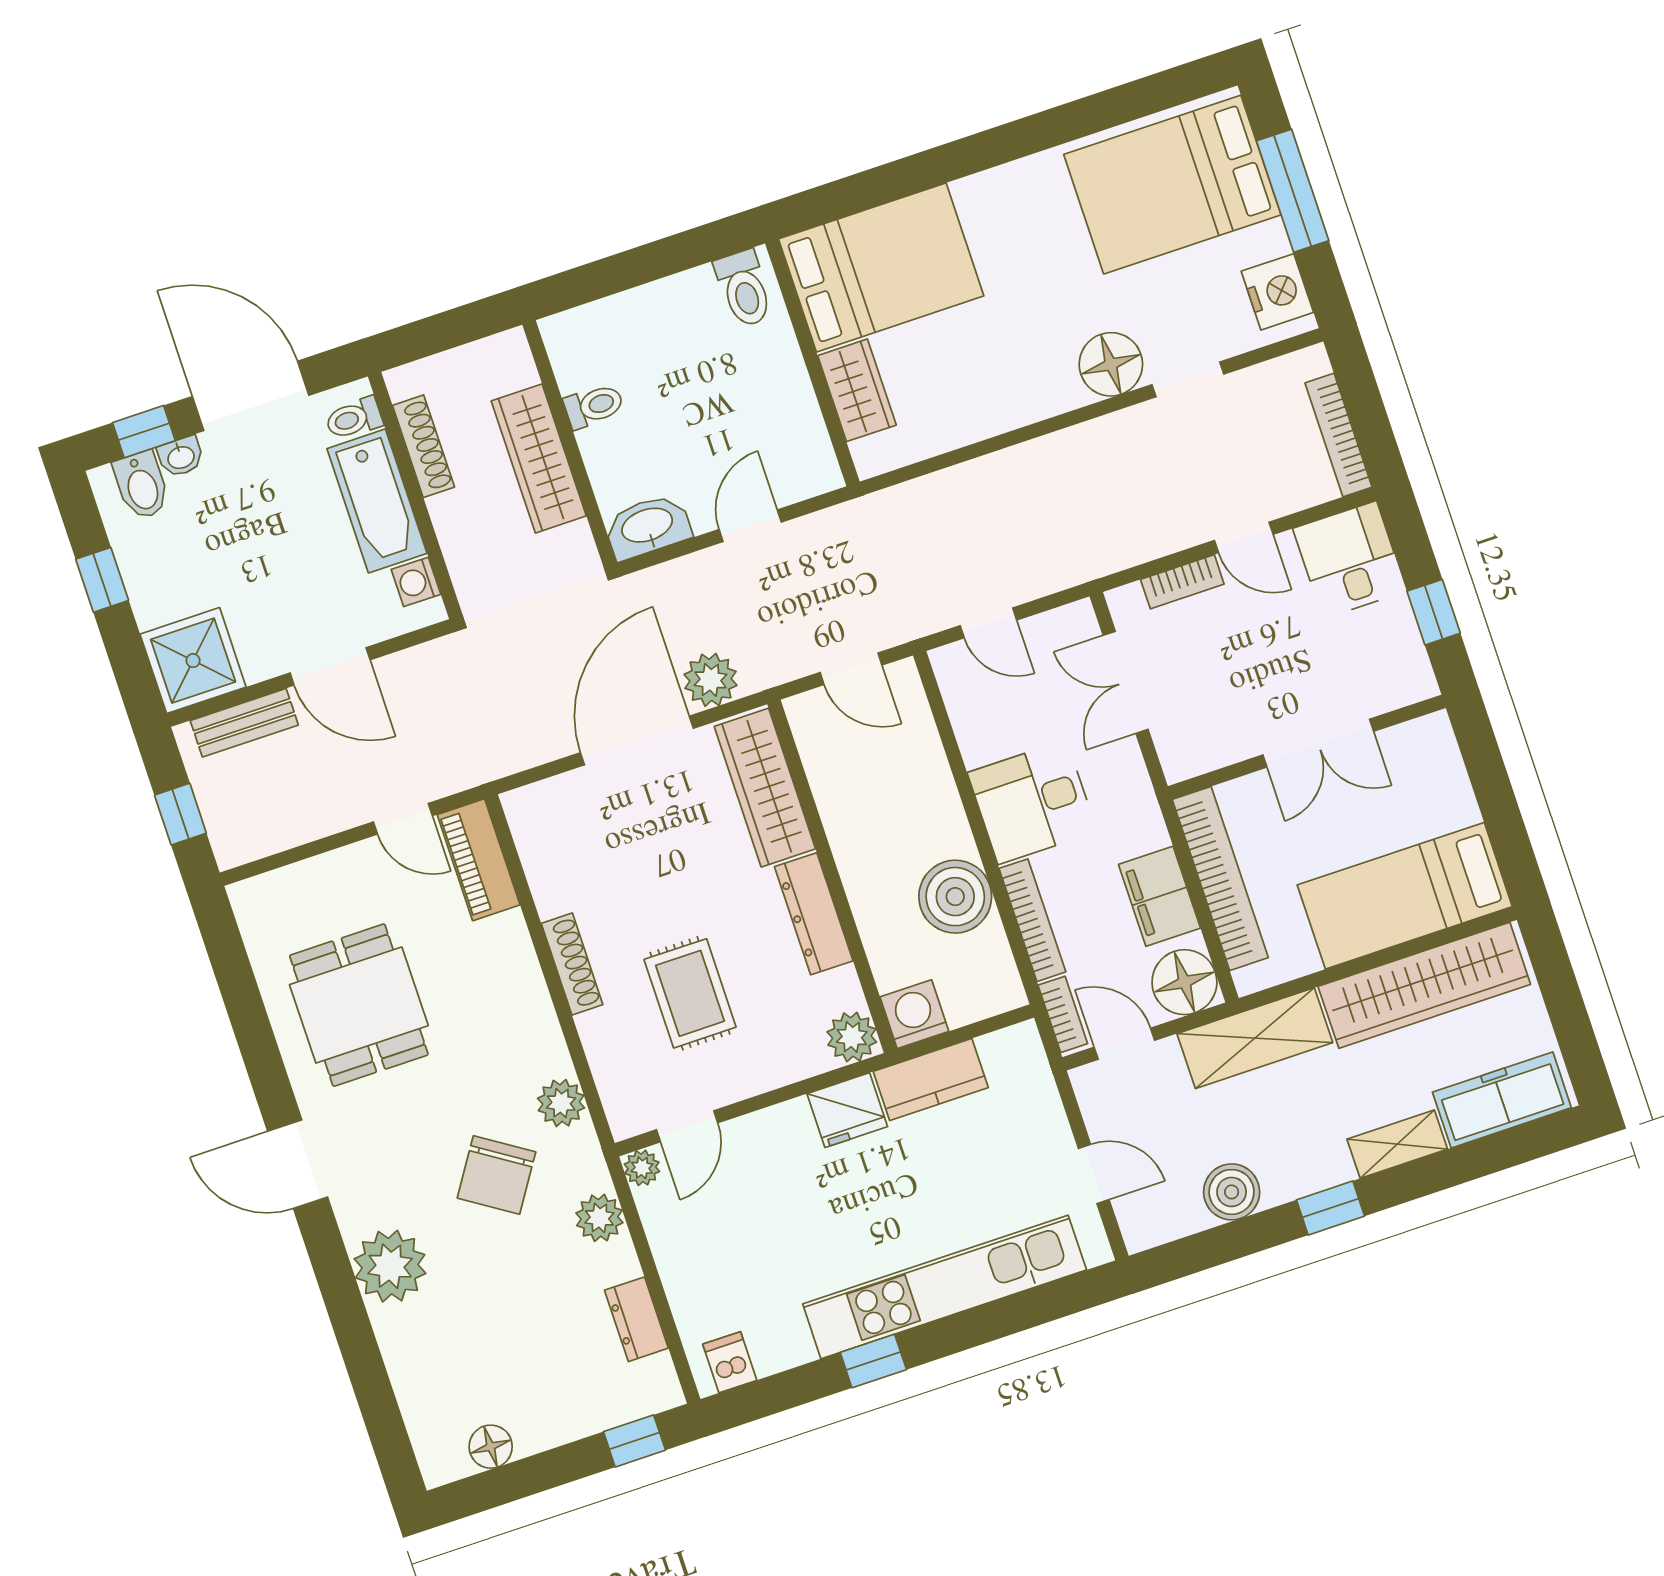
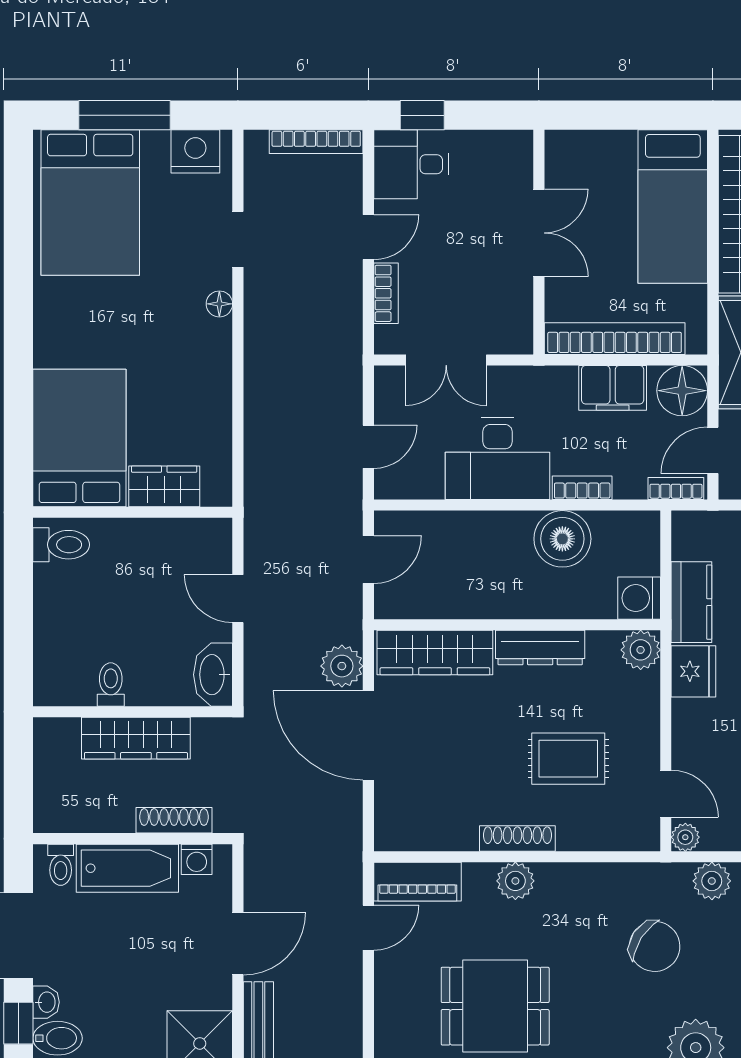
floor lamp: (1111, 364) -> (219, 304), width x0.53, depth x0.53
shoe rack: (423, 446) -> (174, 820), moved
window: (1434, 612) -> (422, 115), moved
desk: (1032, 802) -> (497, 459), width x1.37
bookcase: (1032, 920) -> (582, 488), width x0.64
plant: (561, 1103) -> (515, 881), moved

